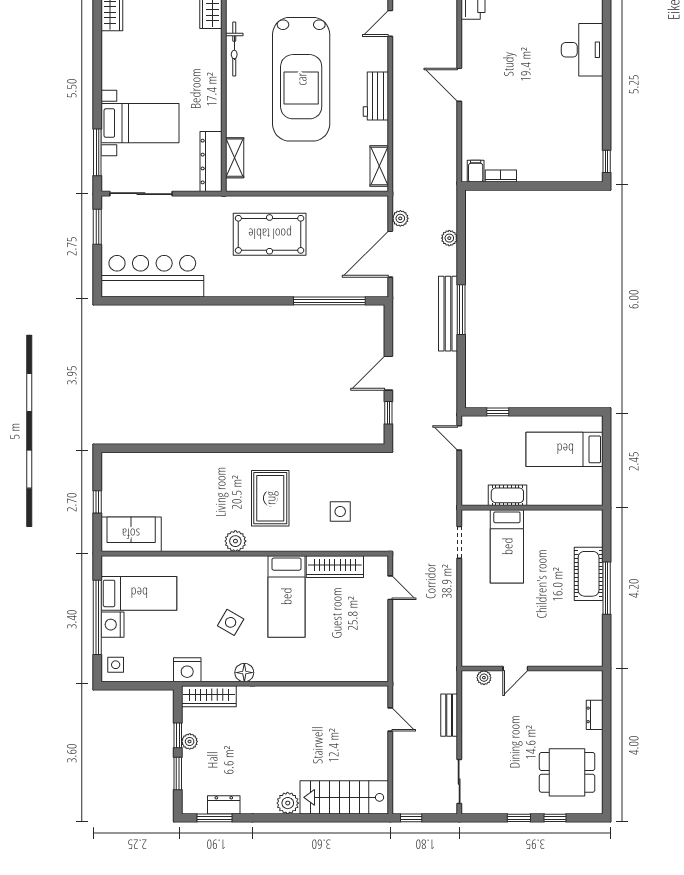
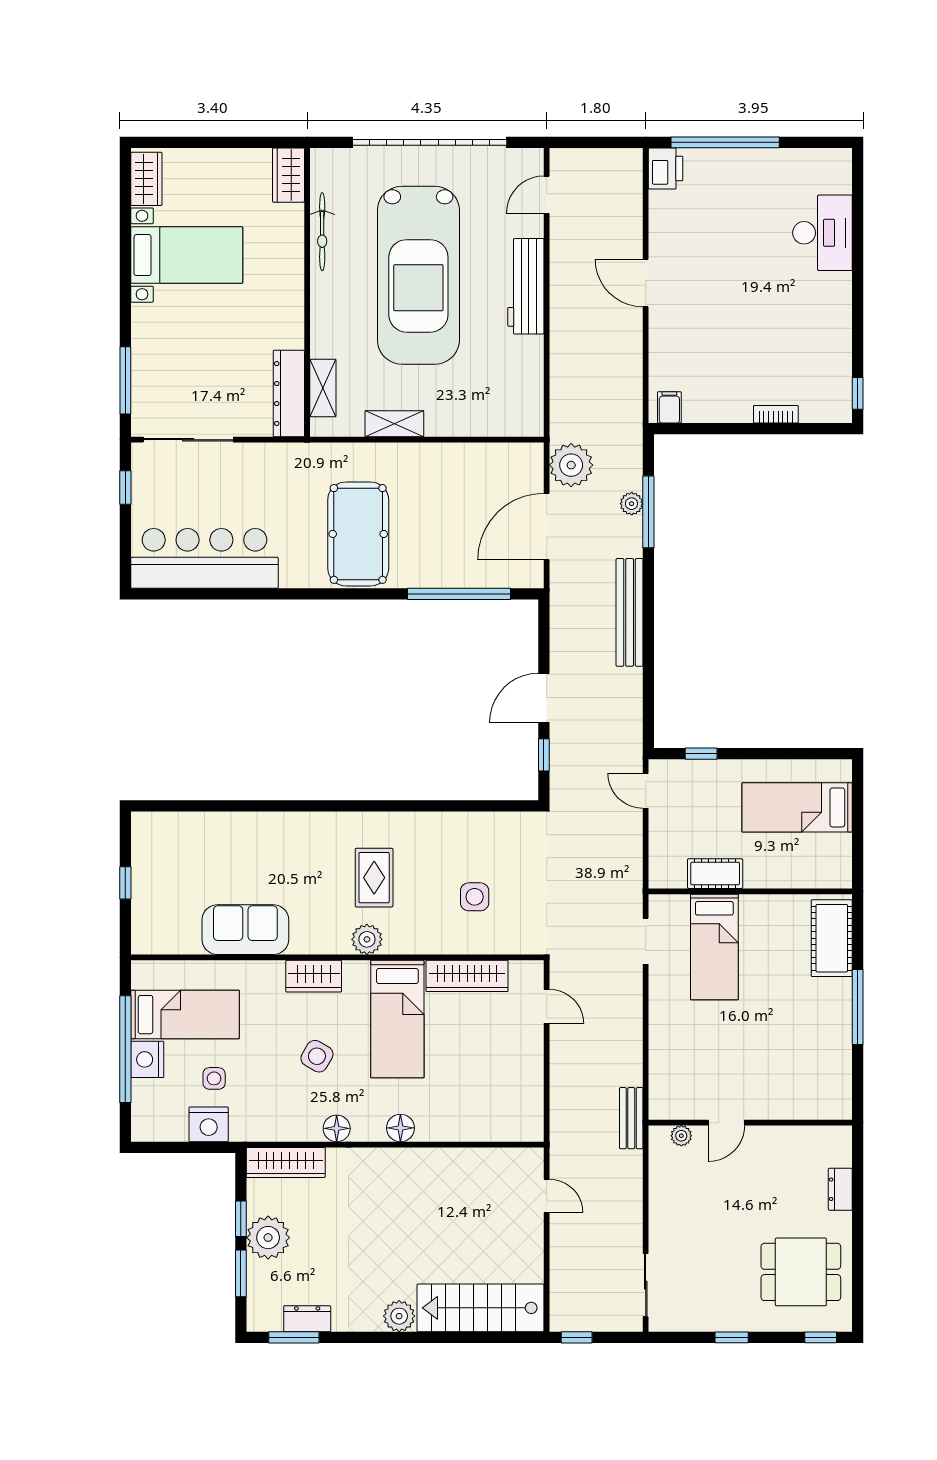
workbench: (376, 96) -> (526, 286), width x1.38
bed with nightstands: (140, 123) -> (187, 255), moved
shelving: (379, 166) -> (394, 424), moved, turned 90
bookcase: (501, 176) -> (776, 414), moved
plant: (400, 218) -> (571, 465), width x1.87, depth x1.87
window: (97, 227) -> (125, 487), width x0.67
pool table: (270, 234) -> (358, 534), moved, turned 90
window: (461, 310) -> (648, 512), moved
rug: (270, 498) -> (374, 878), width x0.73, depth x0.70
sofa: (131, 534) -> (245, 930), moved
plant: (235, 541) -> (367, 939), moved
wardrobe: (228, 567) -> (314, 976), added
cot: (589, 574) -> (832, 938), moved
side table: (116, 665) -> (214, 1078), moved
nightstand: (187, 670) -> (209, 1124), moved
floor lamp: (289, 672) -> (400, 1128), added
bench: (449, 715) -> (631, 1118), moved
plant: (190, 741) -> (268, 1238), width x1.88, depth x1.88
window: (555, 818) -> (821, 1337), moved

